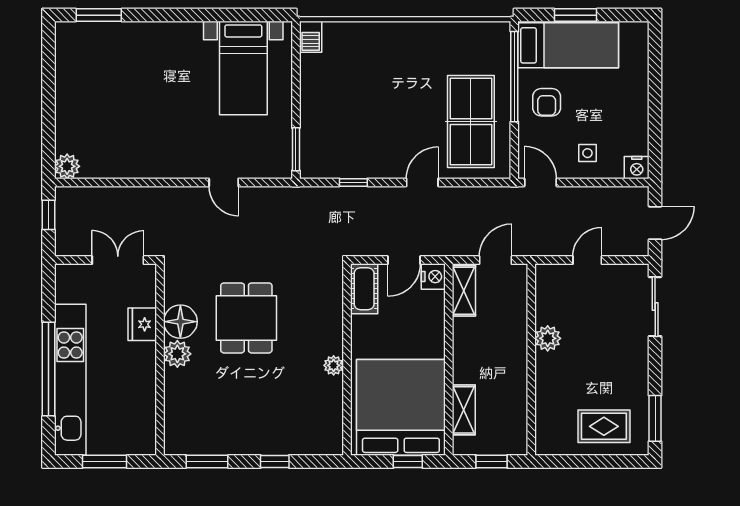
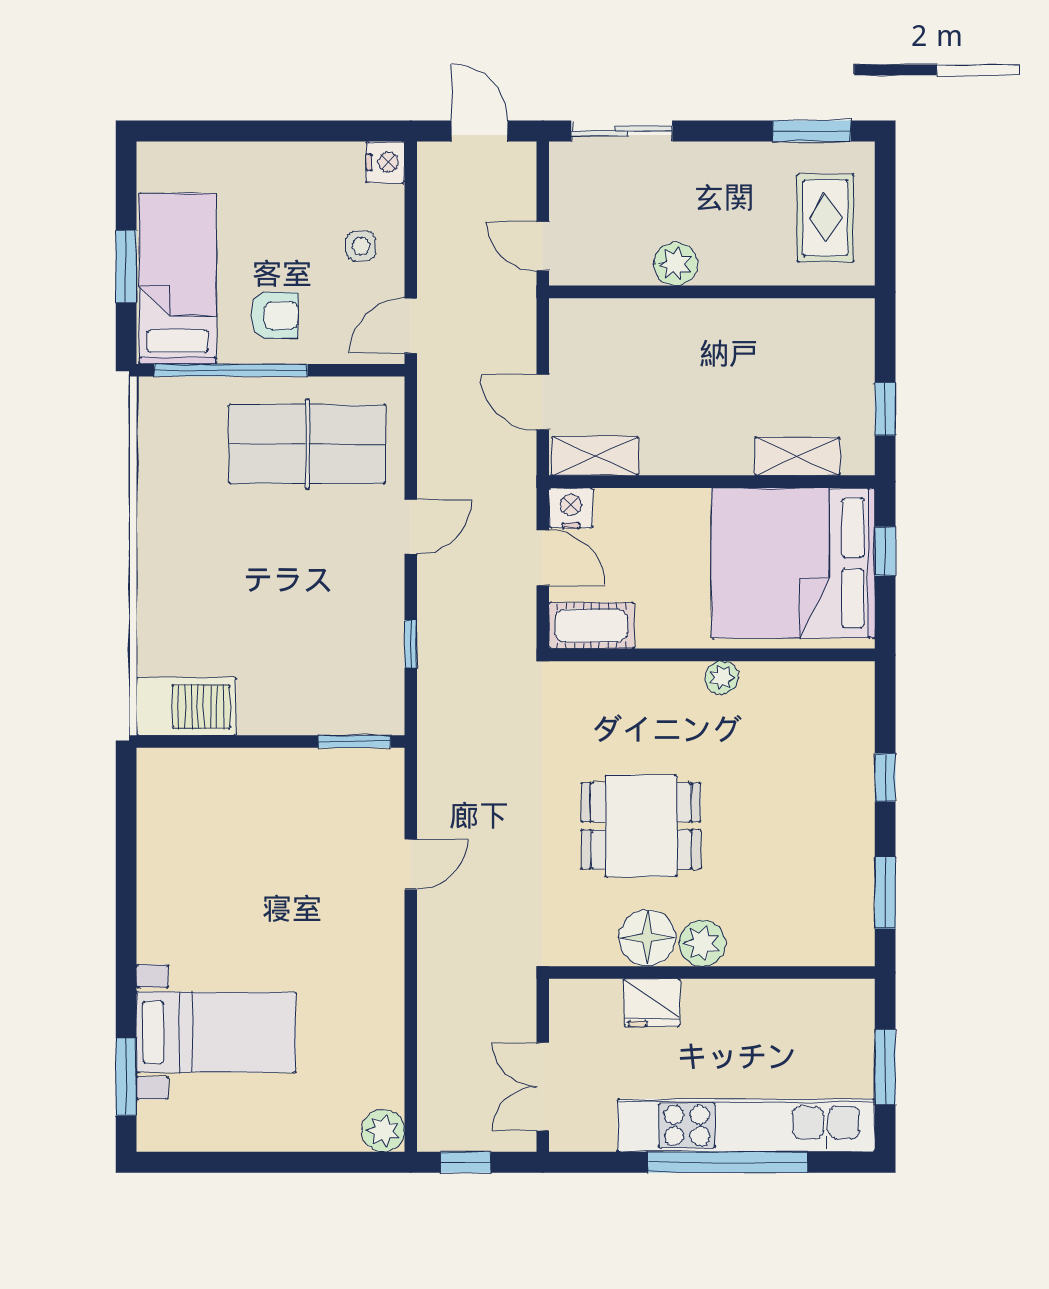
barbecue: (311, 37) -> (186, 707), width x1.88, depth x1.53
bed with nightstands: (243, 68) -> (216, 1032), moved
door: (422, 182) -> (411, 527), swing flipped
double door: (118, 260) -> (543, 1087), moved
plant: (548, 338) -> (676, 264), moved
wall: (531, 360) -> (712, 292), moved

